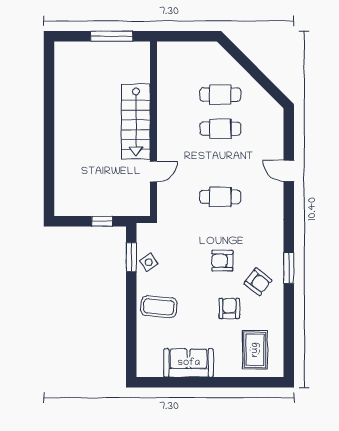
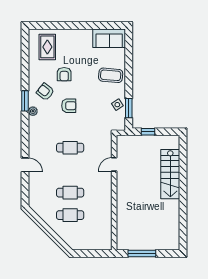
stairs: (136, 122) -> (170, 174), moved, turned 180
plant: (277, 252) -> (33, 111), added
sofa: (189, 363) -> (109, 38), moved

